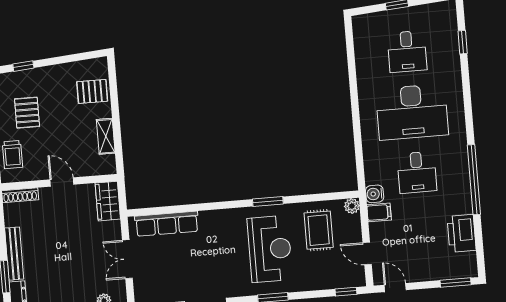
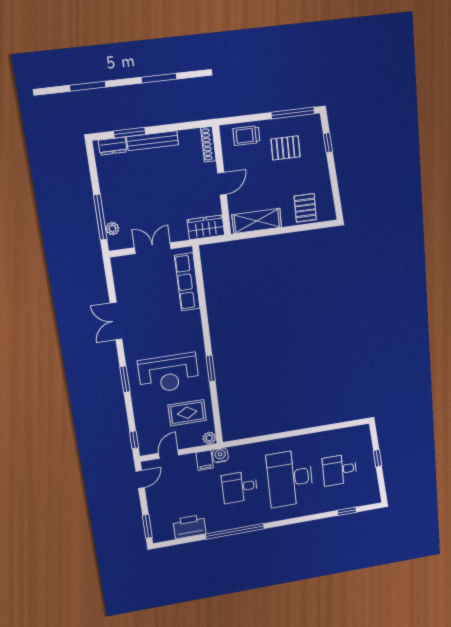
shelving: (106, 136) -> (257, 221), width x1.50, depth x1.33

